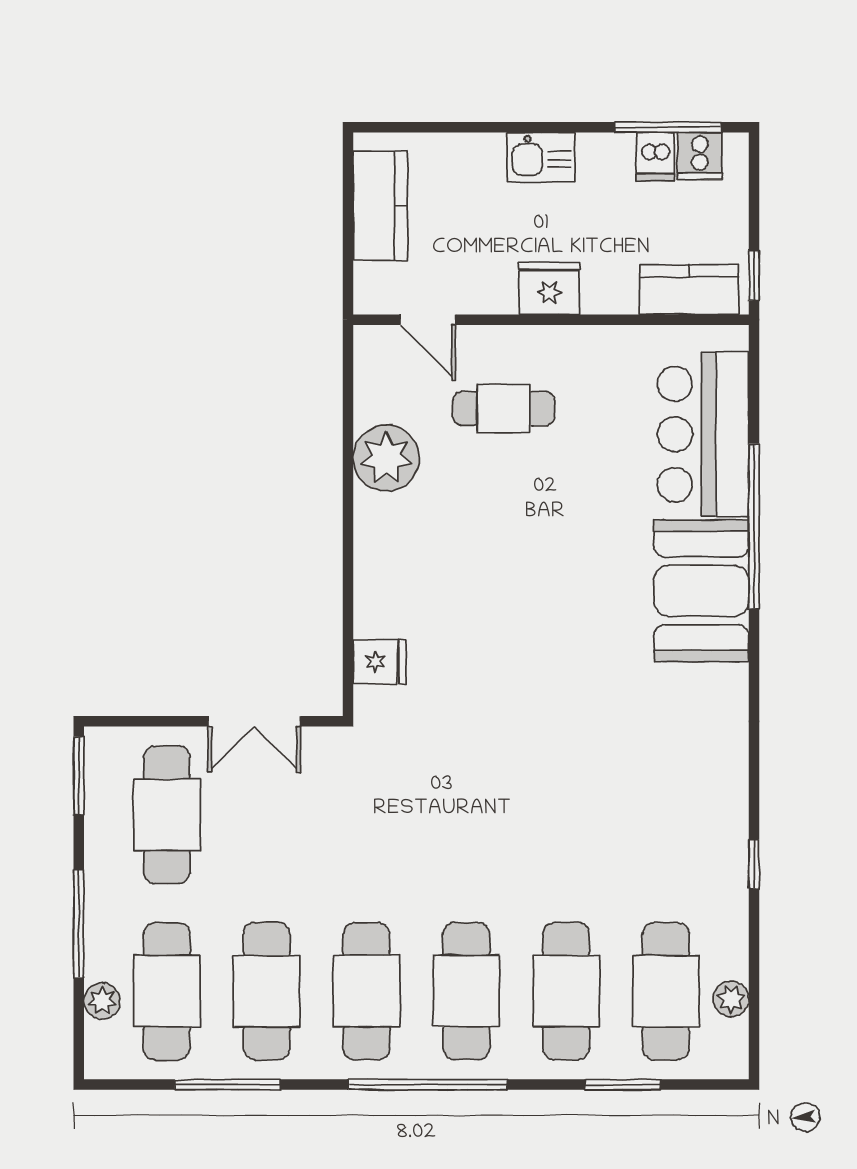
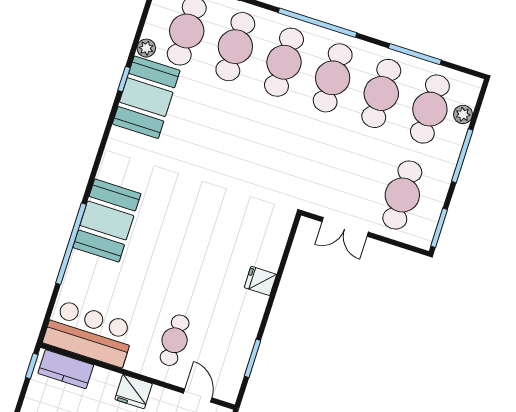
cafe table: (504, 409) -> (175, 340), turned 90
window: (348, 421) -> (252, 358), added
bar counter: (703, 434) -> (89, 333), moved, turned -90
plant: (386, 458) -> (240, 334), removed
fridge: (380, 662) -> (260, 281), moved
double door: (254, 721) -> (345, 227), swing flipped
booth: (702, 844) -> (146, 97), added
plant: (731, 999) -> (146, 48), moved

